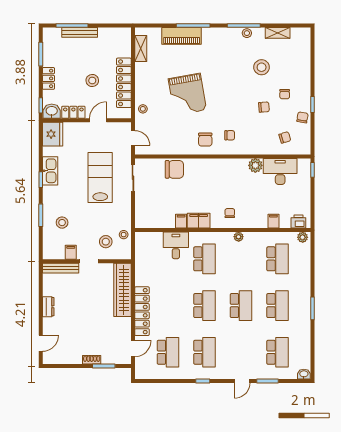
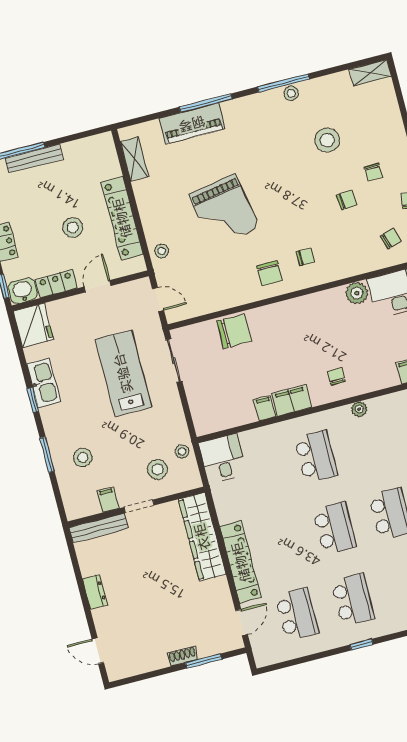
shelving: (278, 33) -> (370, 73), moved
desk: (176, 245) -> (223, 459), moved
door: (41, 343) -> (98, 651), swing flipped

